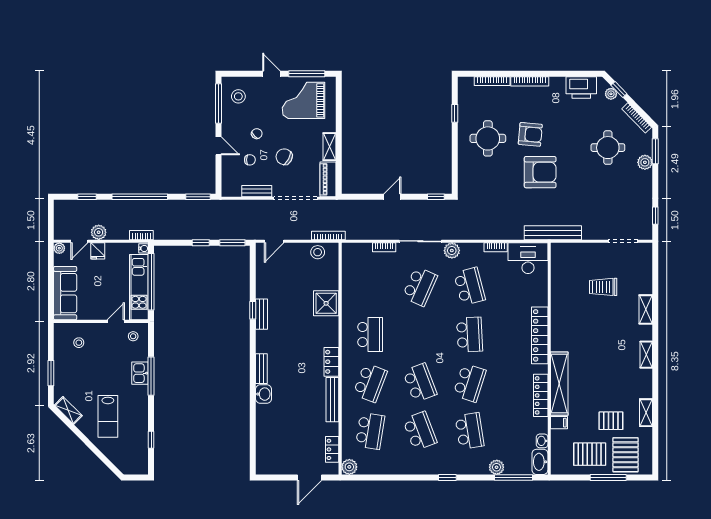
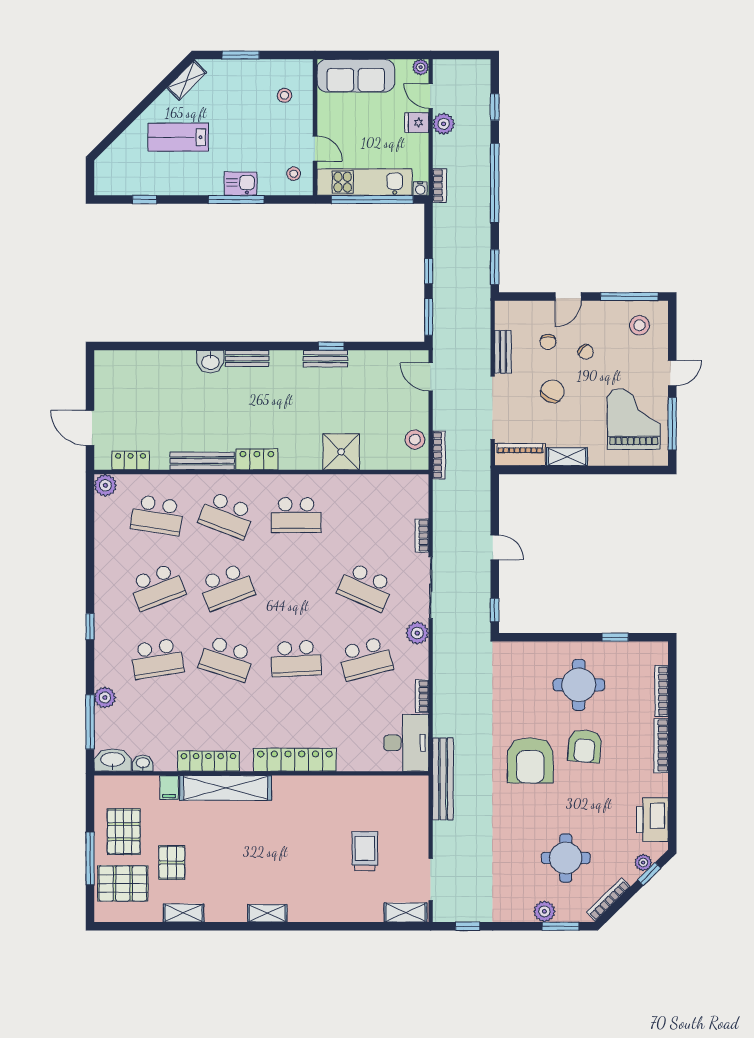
shelving: (646, 309) -> (406, 913), moved

